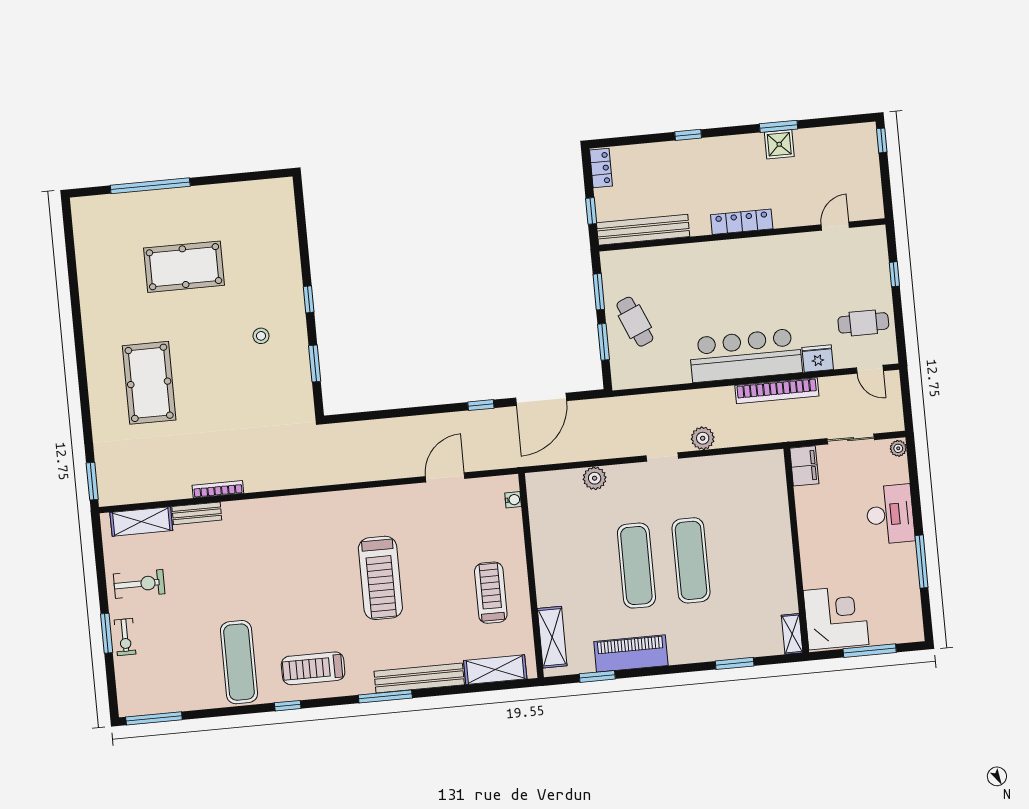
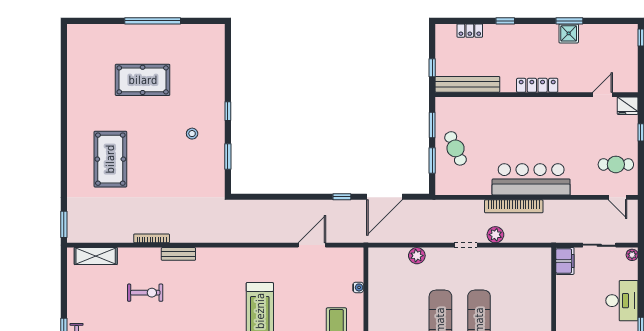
locker: (601, 168) -> (470, 31), moved, turned 90
window: (150, 186) -> (153, 21), moved
fridge: (818, 358) -> (628, 106), moved, turned 180
bookcase: (777, 391) -> (514, 206), moved
water cooler: (513, 500) -> (358, 287), moved
bench: (197, 513) -> (178, 254), moved
exercise bike: (139, 584) -> (145, 293), moved

